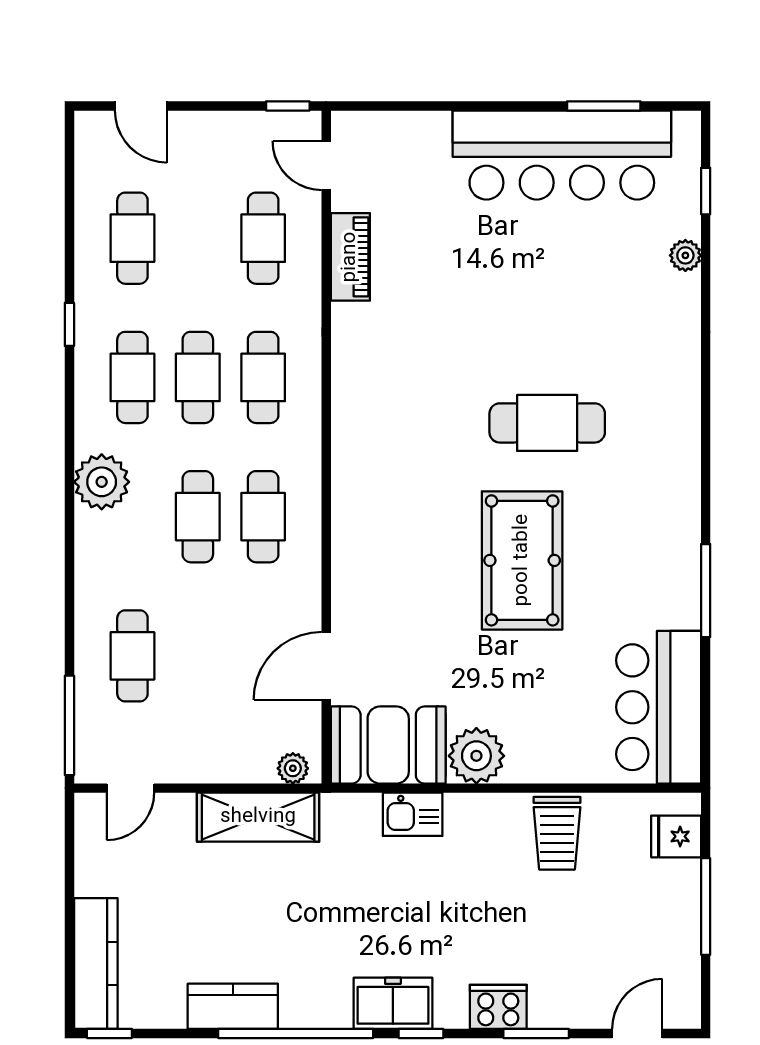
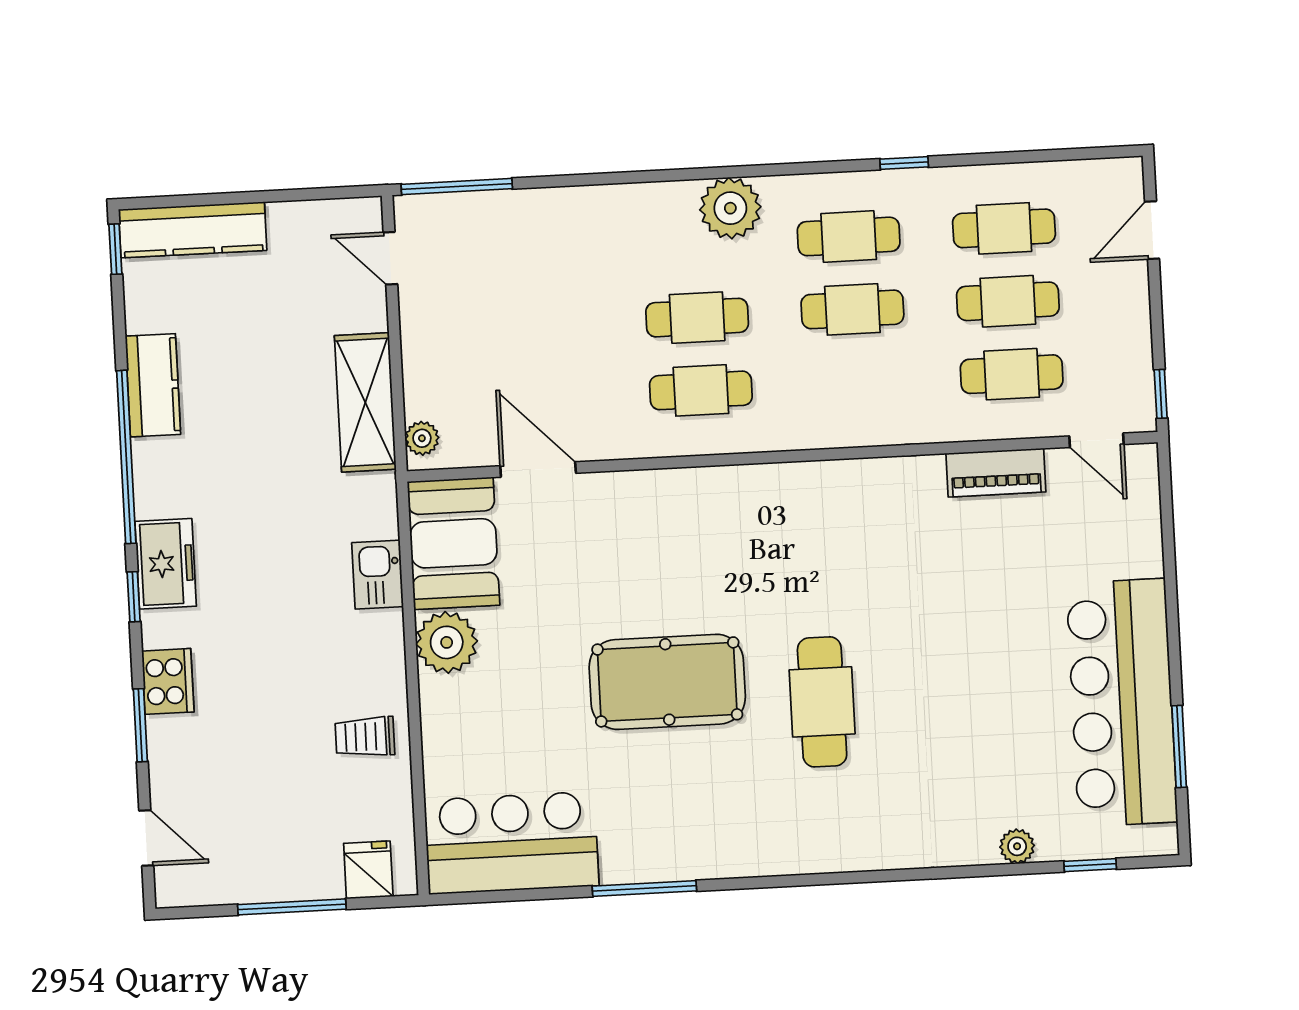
door: (326, 165) -> (1096, 440), swing flipped
cafe table: (263, 377) -> (1008, 301), moved
cafe table: (132, 656) -> (538, 253), removed
trolley: (557, 833) -> (365, 737), width x0.73, depth x0.72

